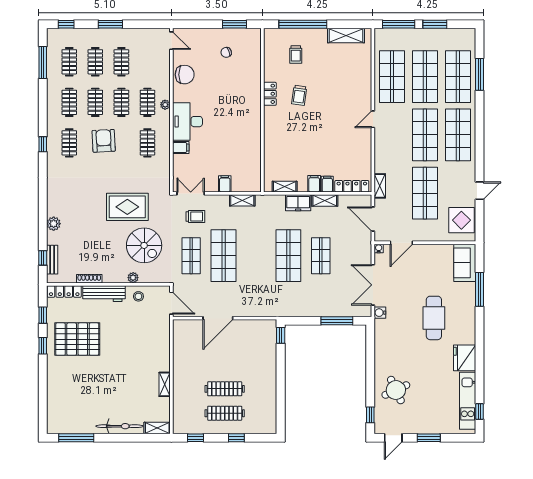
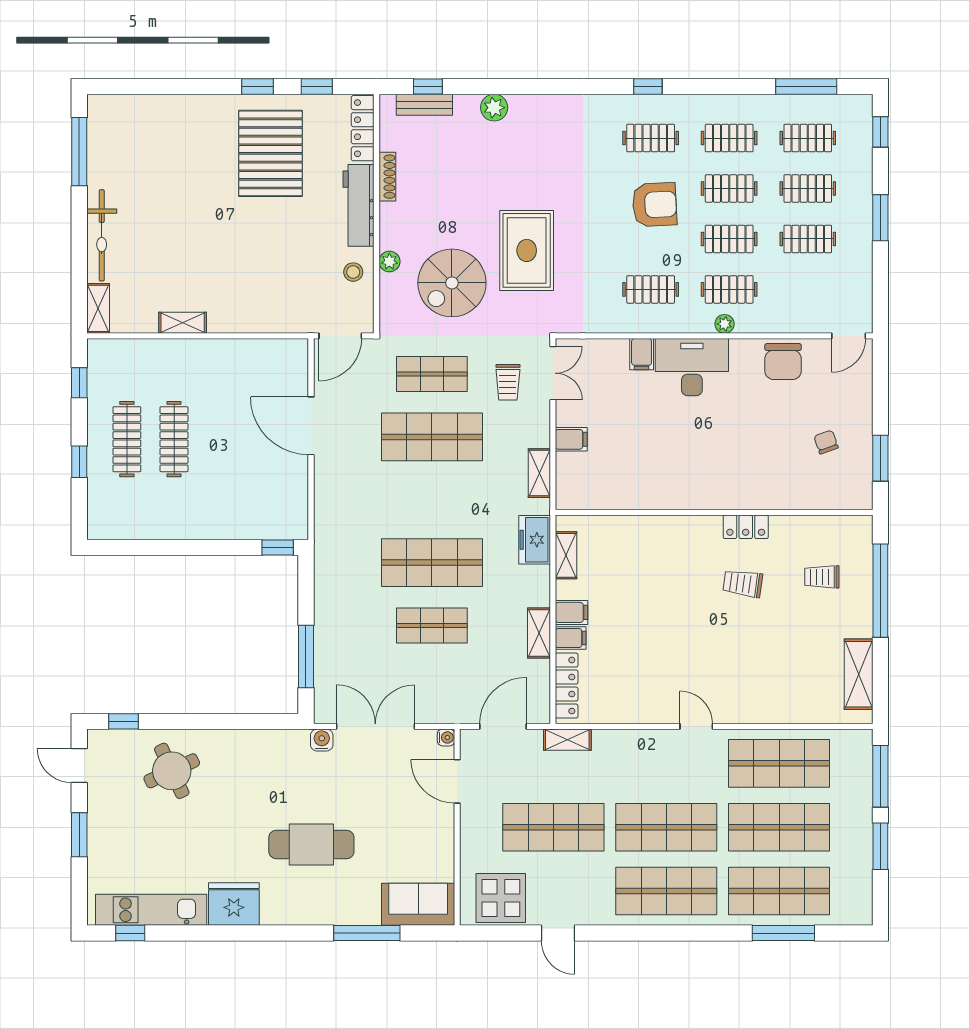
freezer: (298, 203) -> (535, 540), moved

